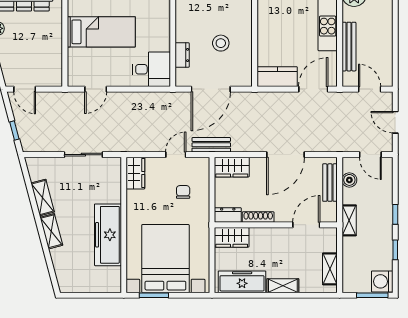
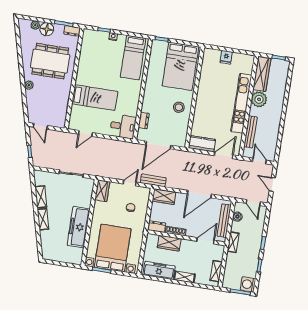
stool: (221, 43) -> (179, 107), moved
bench: (330, 183) -> (224, 221), width x1.36
wardrobe: (232, 237) -> (169, 243), moved

